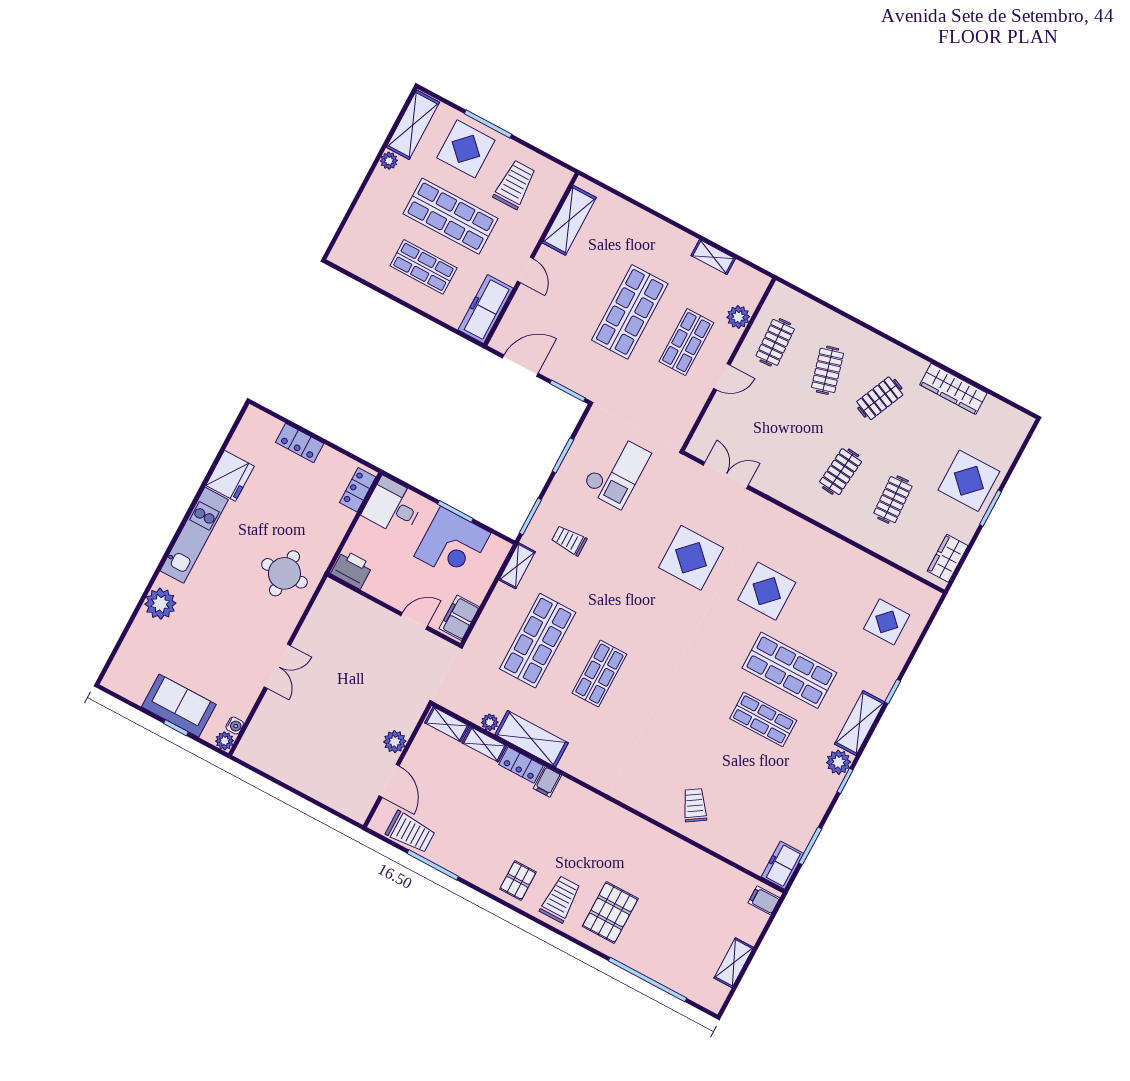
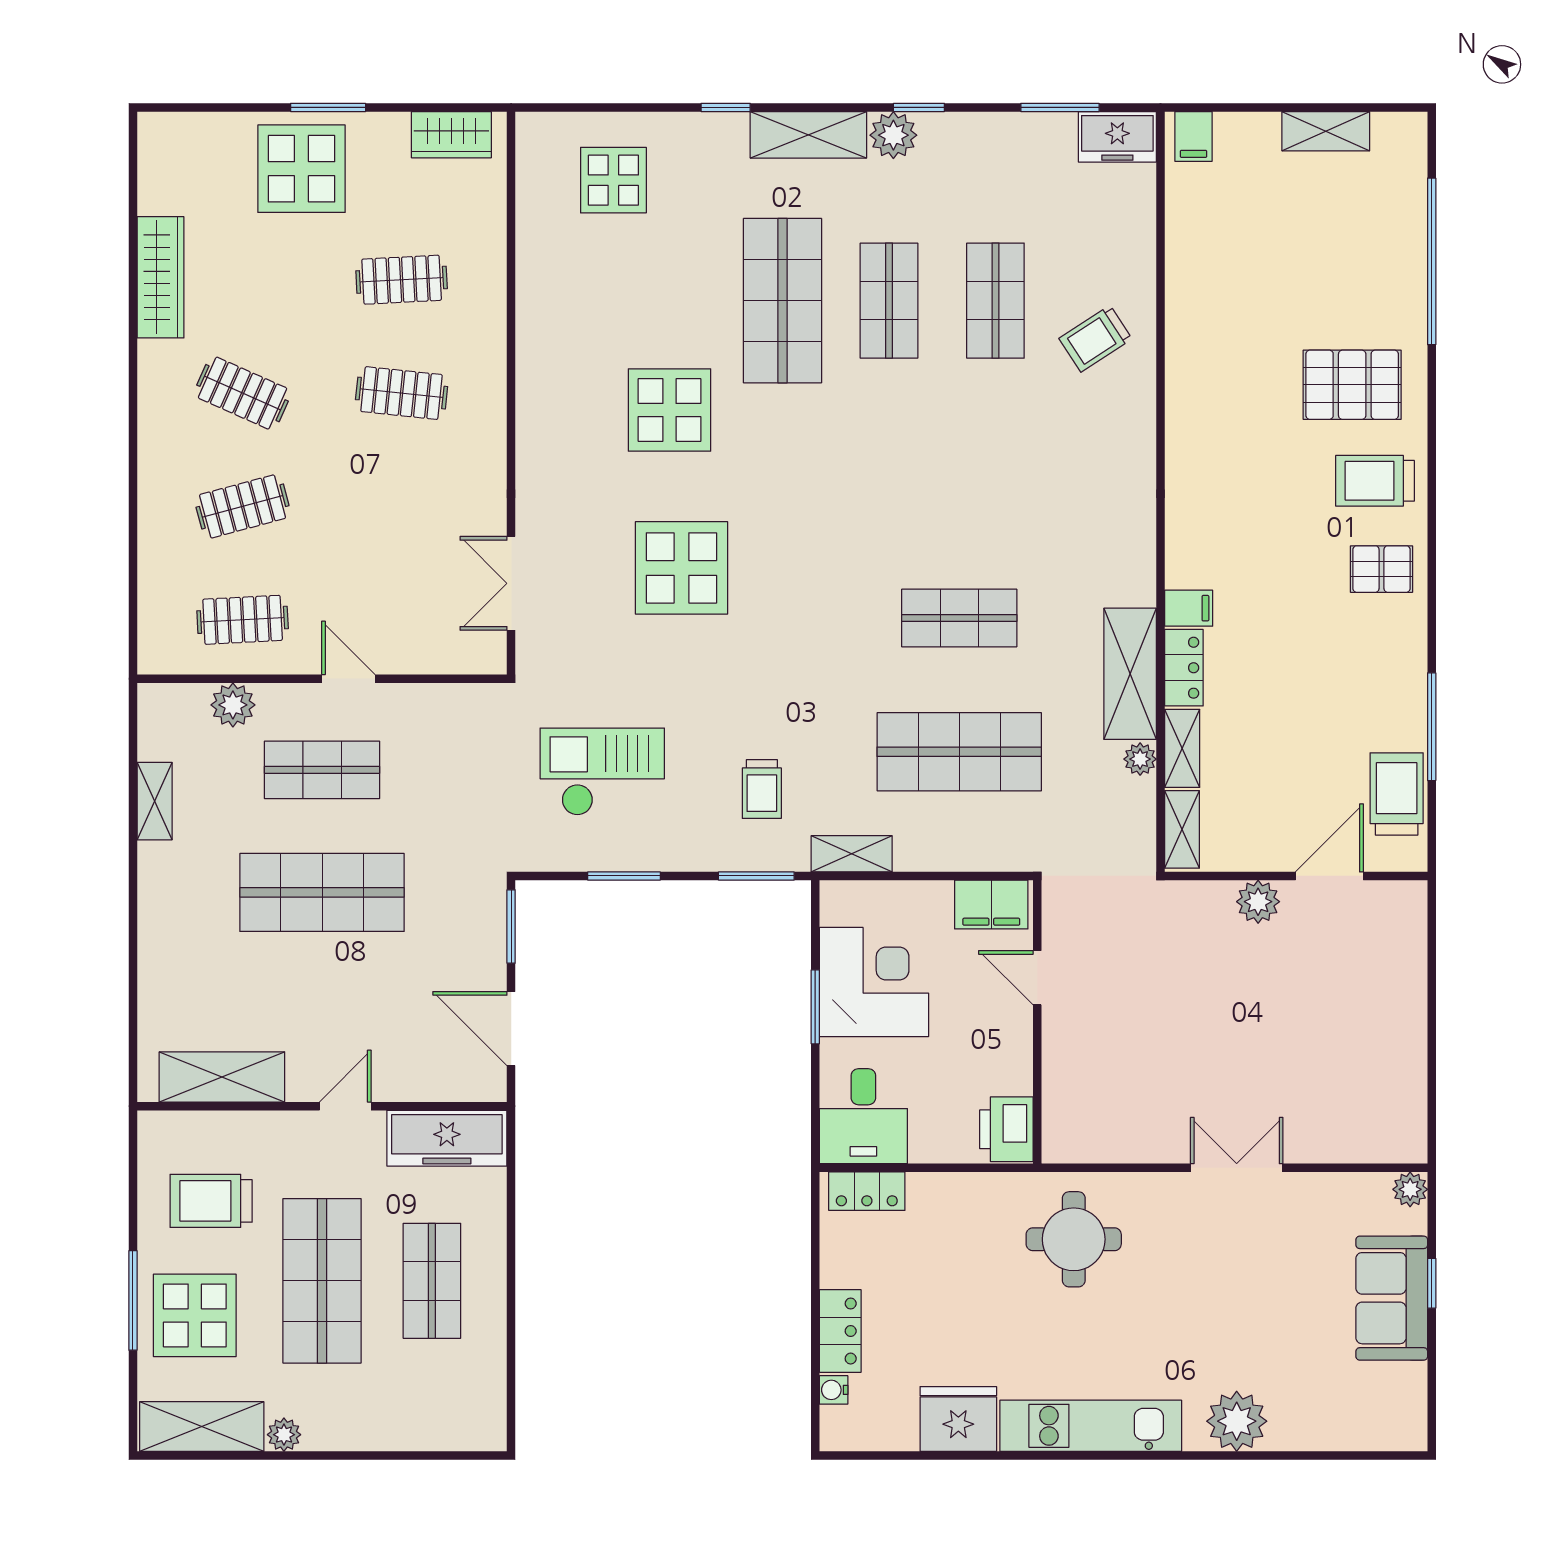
water cooler: (235, 726) -> (834, 1390), moved, turned -90
shop shelf: (737, 769) -> (995, 301), added

